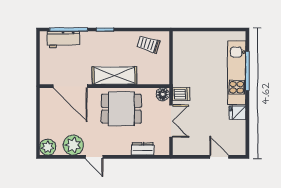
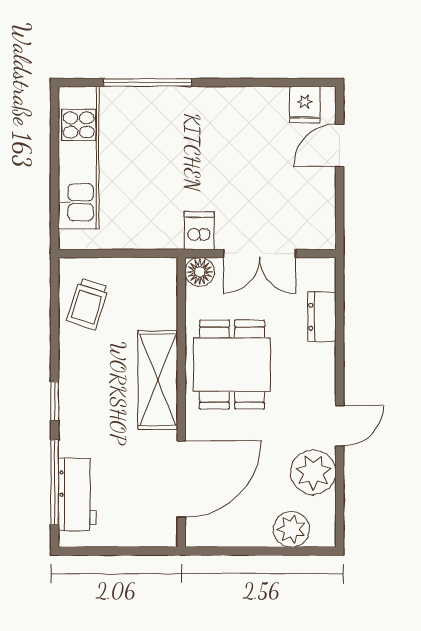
kitchen unit: (237, 73) -> (79, 158), moved, turned -90
fridge: (237, 113) -> (305, 105), moved
double door: (171, 121) -> (260, 253), swing flipped
plant: (48, 147) -> (291, 529), moved

